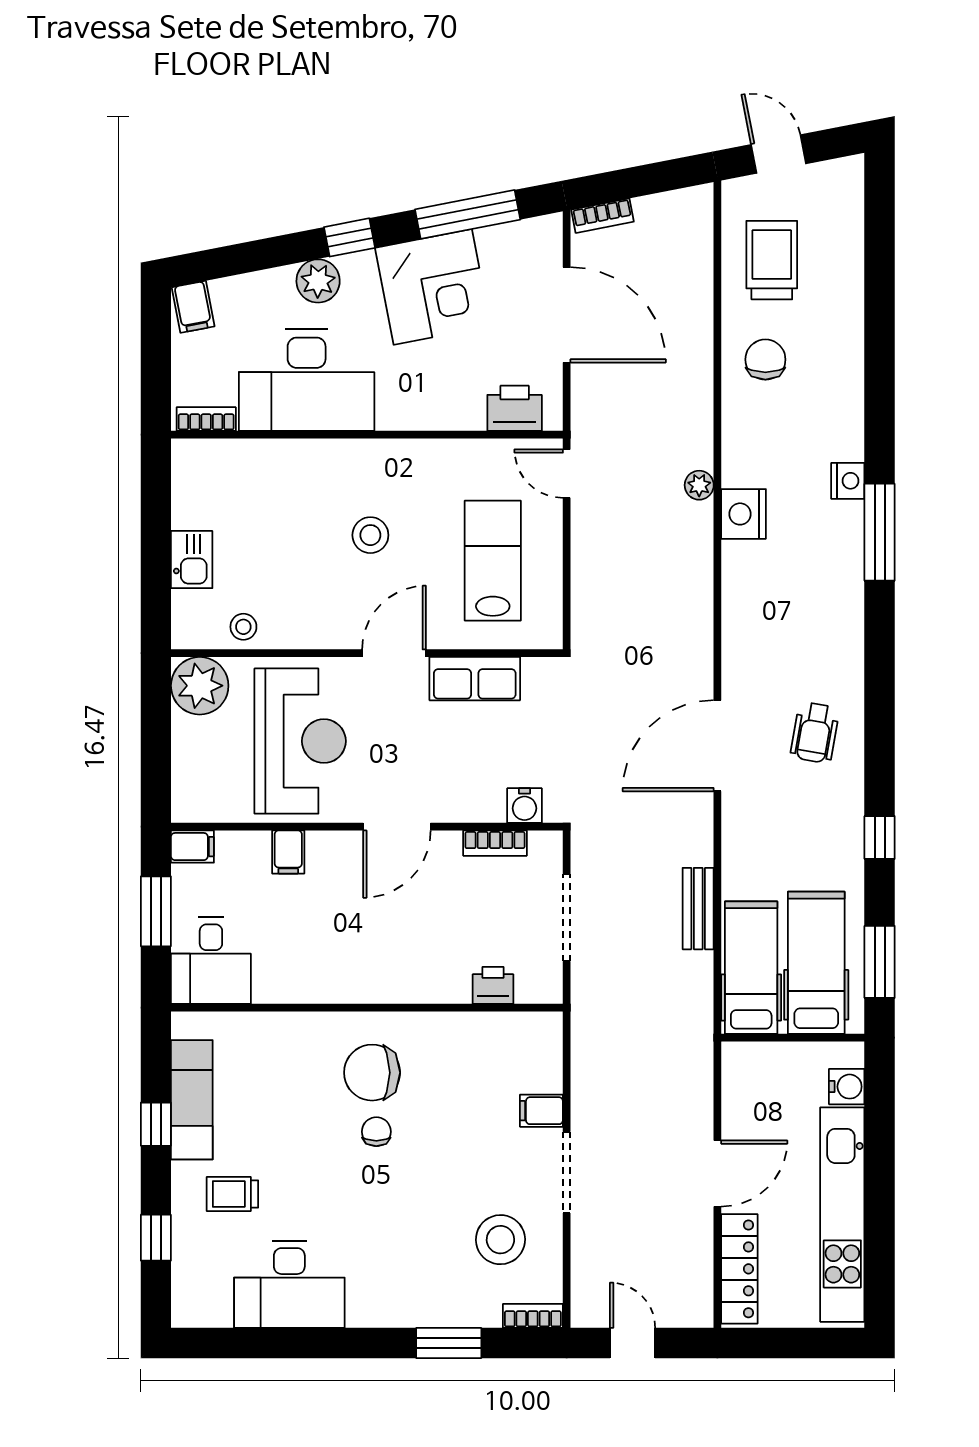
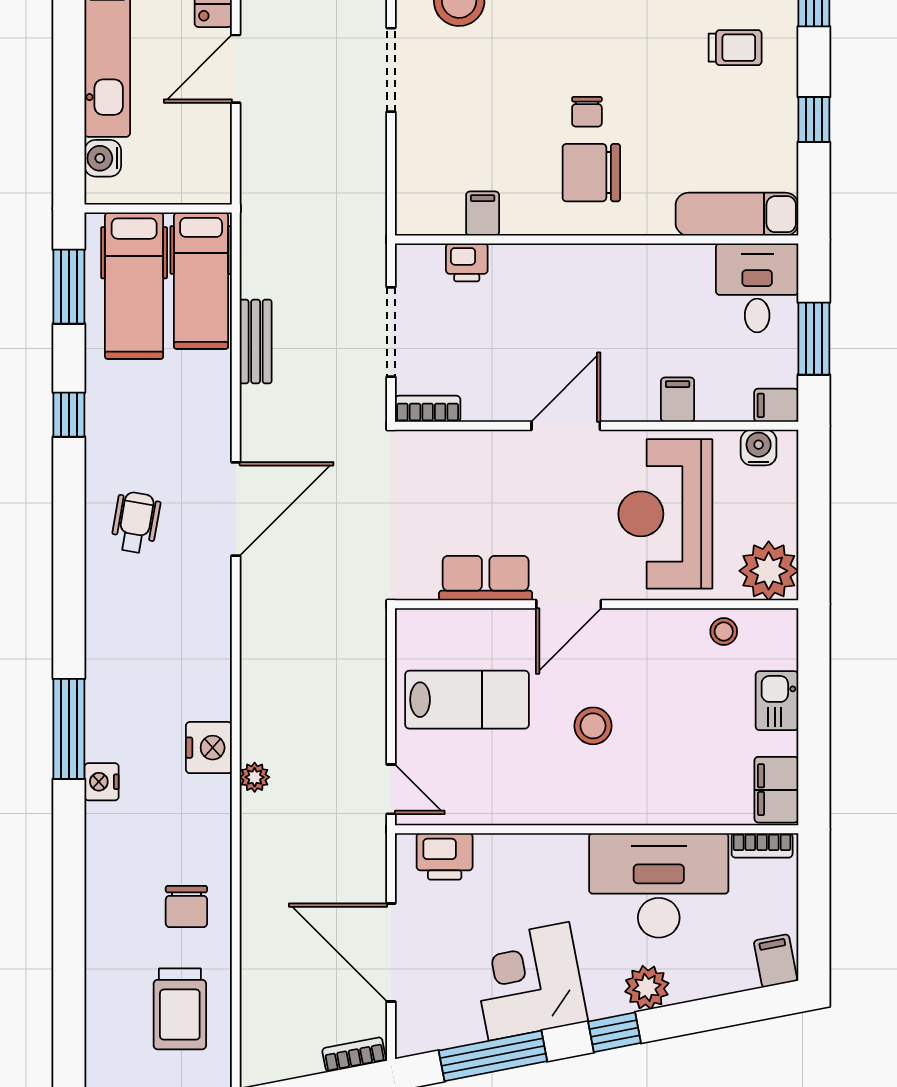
filing cabinet: (192, 473) -> (776, 790), added
lab bench: (493, 561) -> (467, 700), turned -90
water cooler: (524, 806) -> (759, 448), moved
bookcase: (495, 843) -> (428, 409), moved
chair: (372, 1073) -> (591, 173), turned 180
exam couch: (192, 1100) -> (737, 214), moved, turned 90
filing cabinet: (541, 1111) -> (483, 214), moved, turned -90

